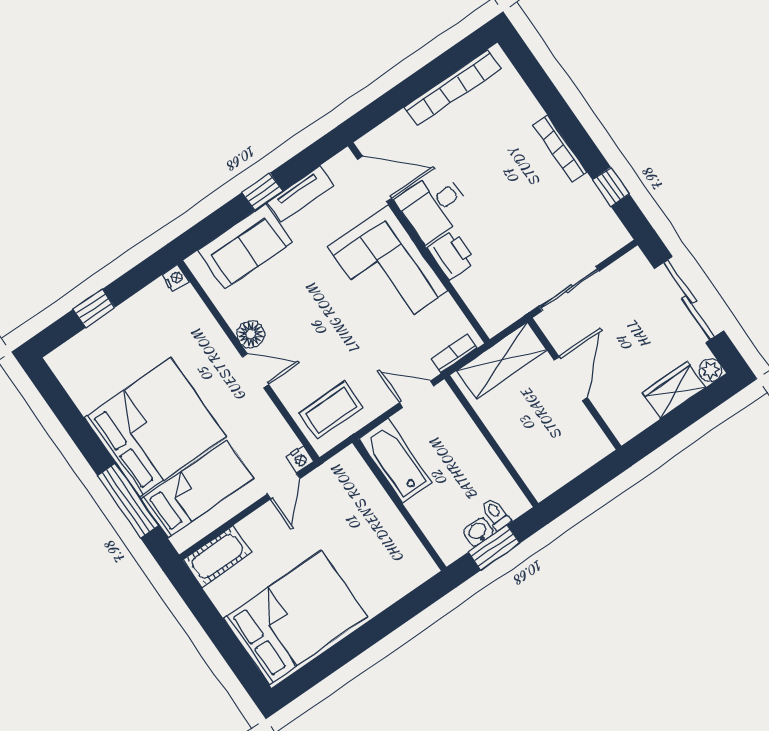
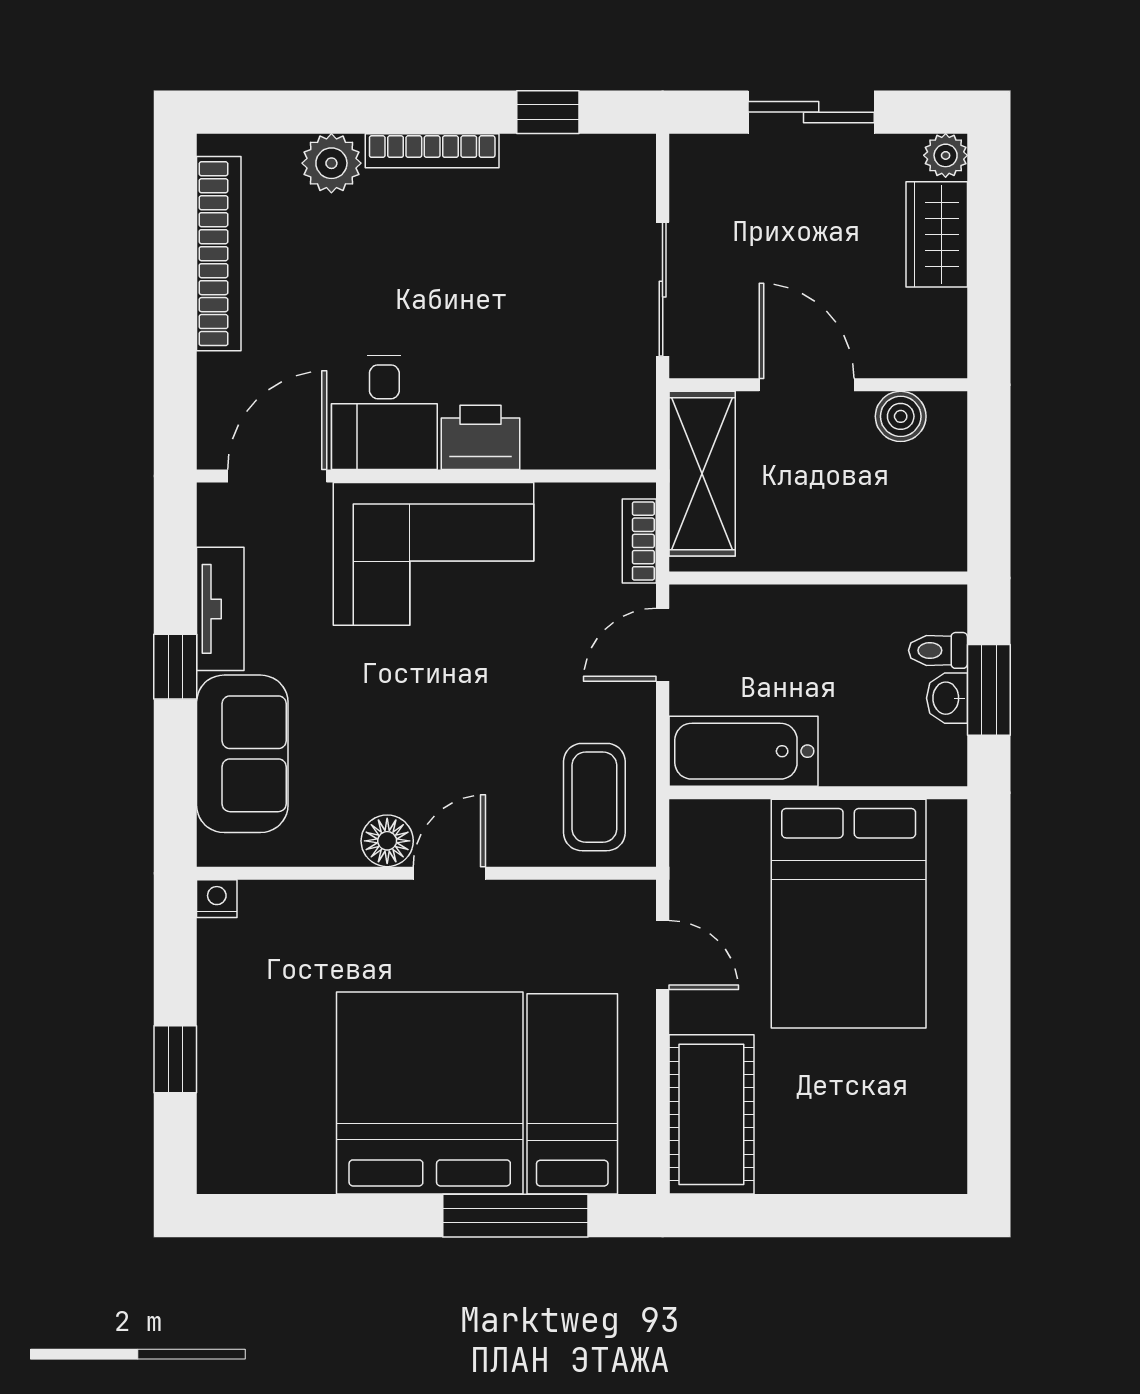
plant: (525, 109) -> (331, 163), added
sliding door: (689, 300) -> (811, 112), width x0.73
boiler: (585, 428) -> (901, 416), added
nightstand: (300, 459) -> (637, 900), removed
cot: (217, 556) -> (711, 1114), width x1.37, depth x1.34
bed: (295, 617) -> (849, 914), moved, turned 180

